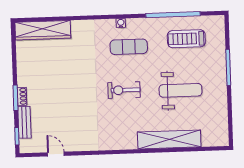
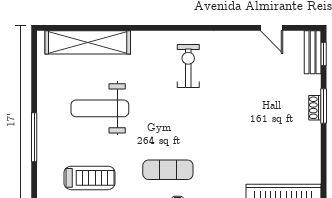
exercise bike: (124, 90) -> (188, 66), moved, turned -90
bench: (24, 122) -> (313, 52), moved
shelving: (169, 139) -> (88, 42), moved

